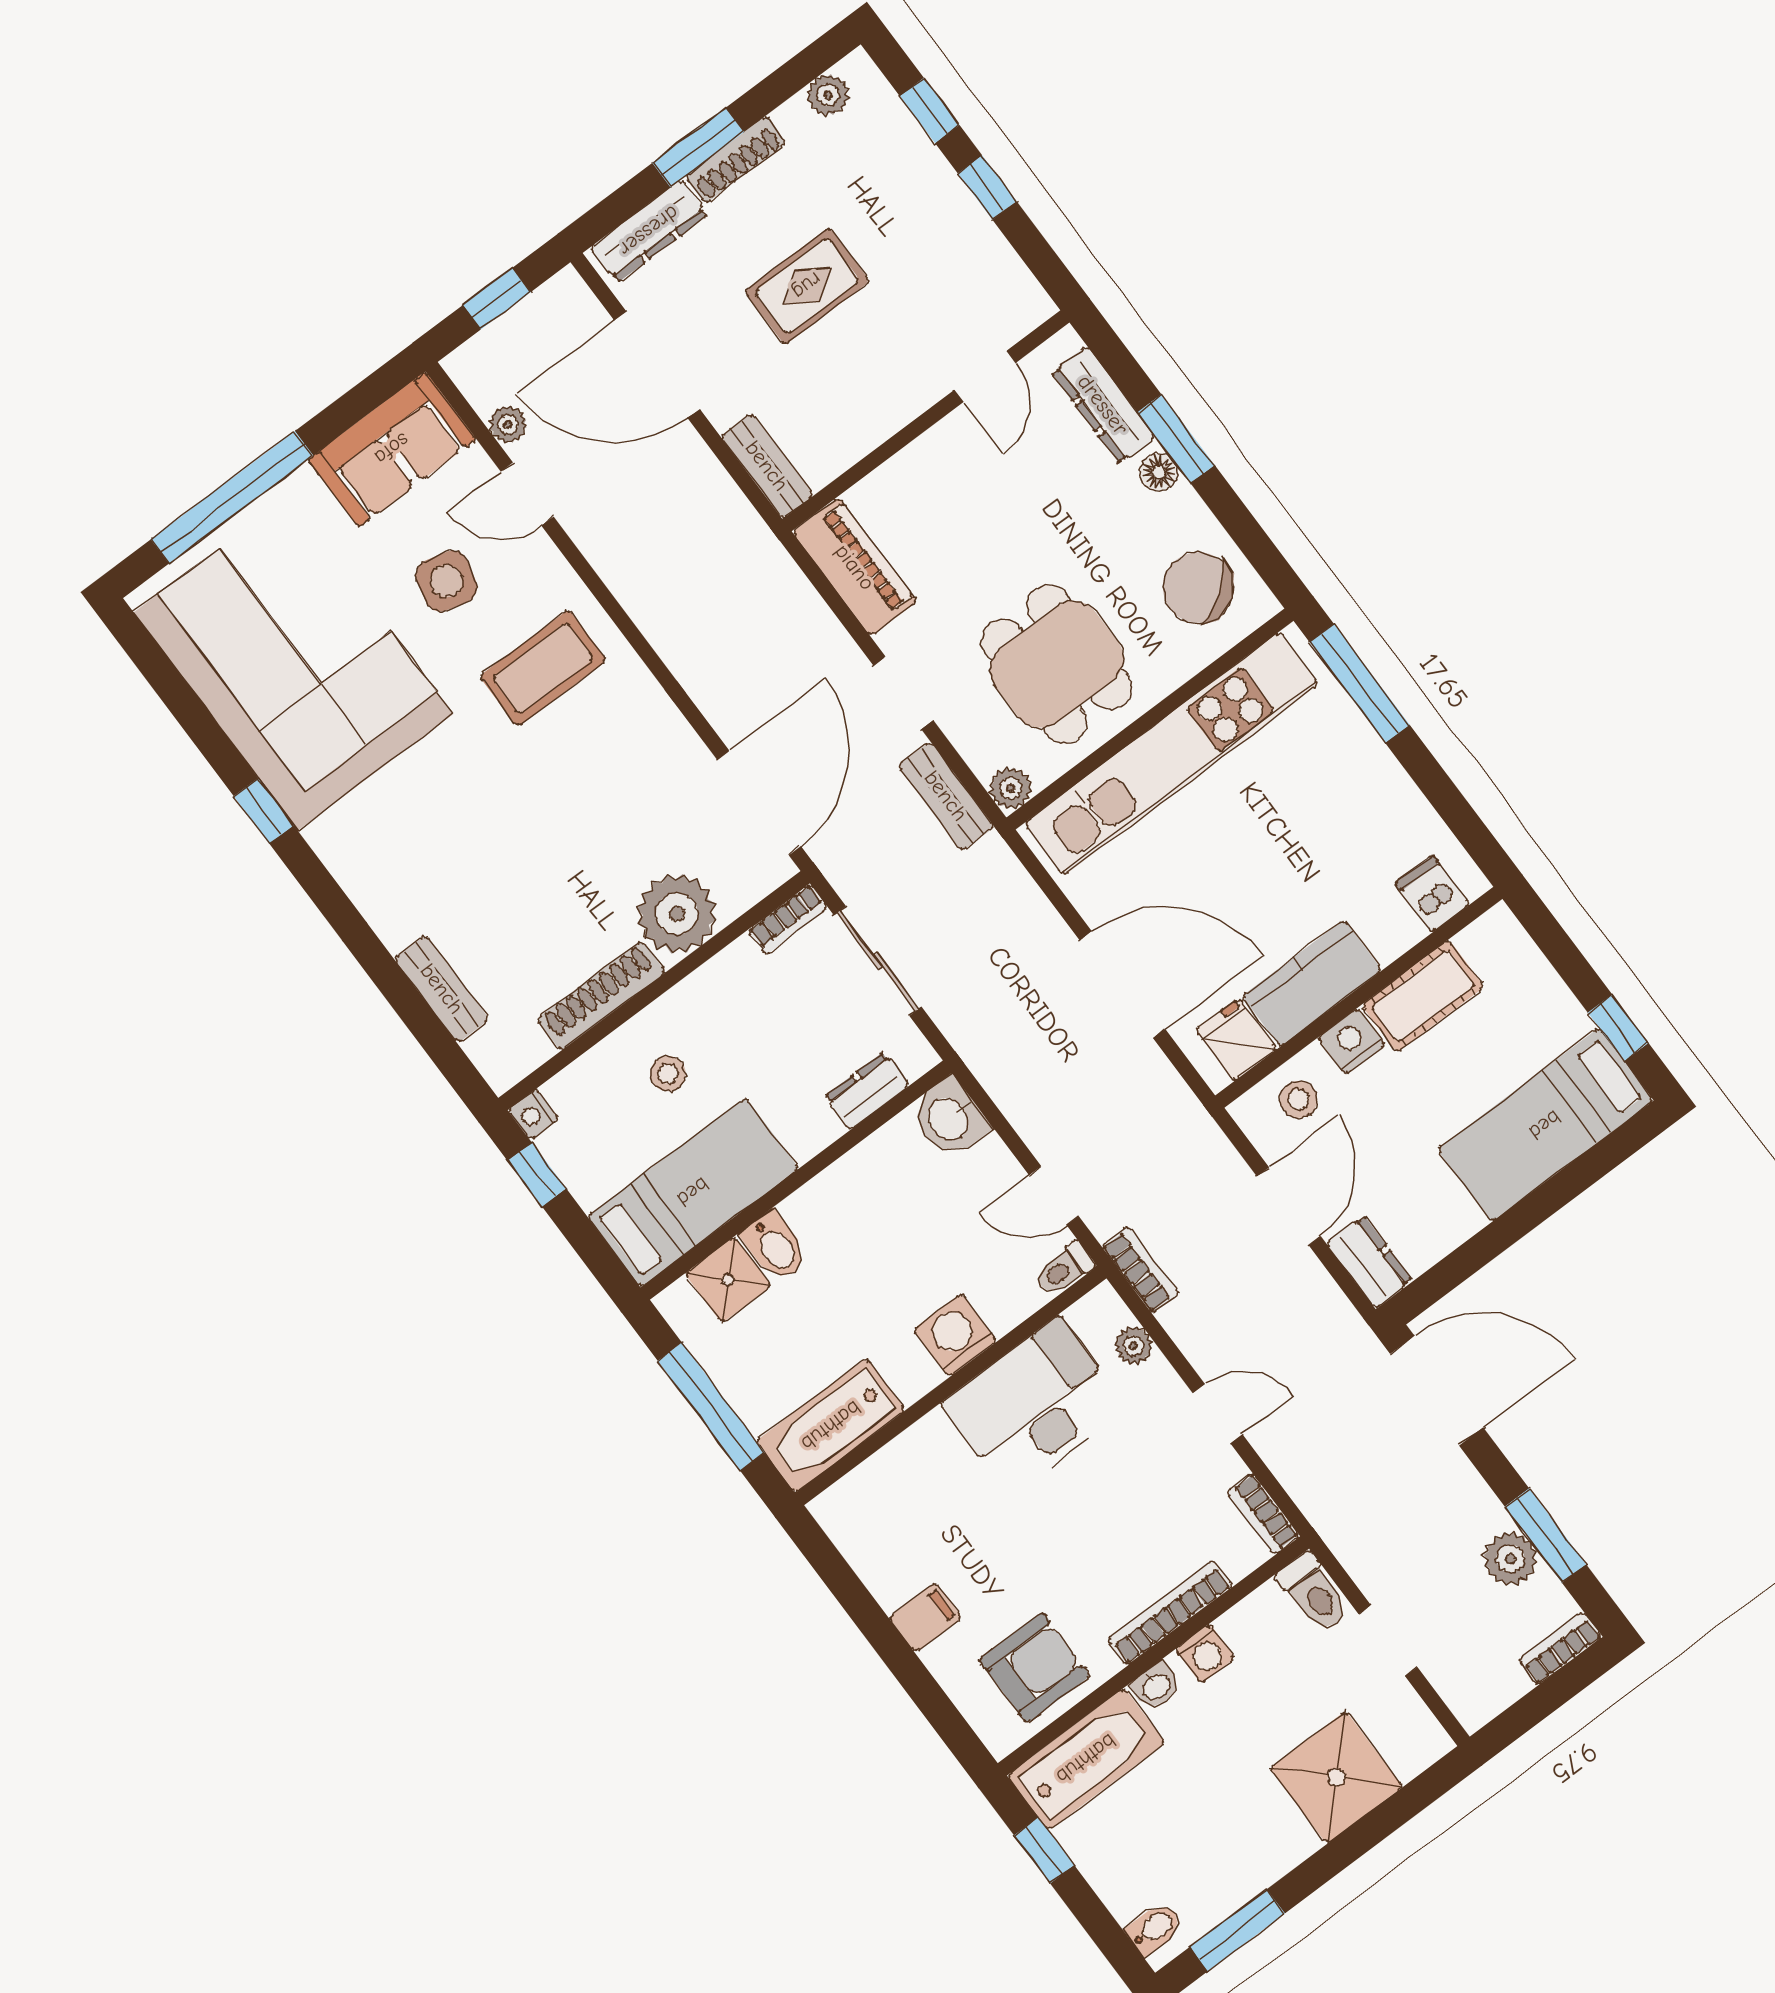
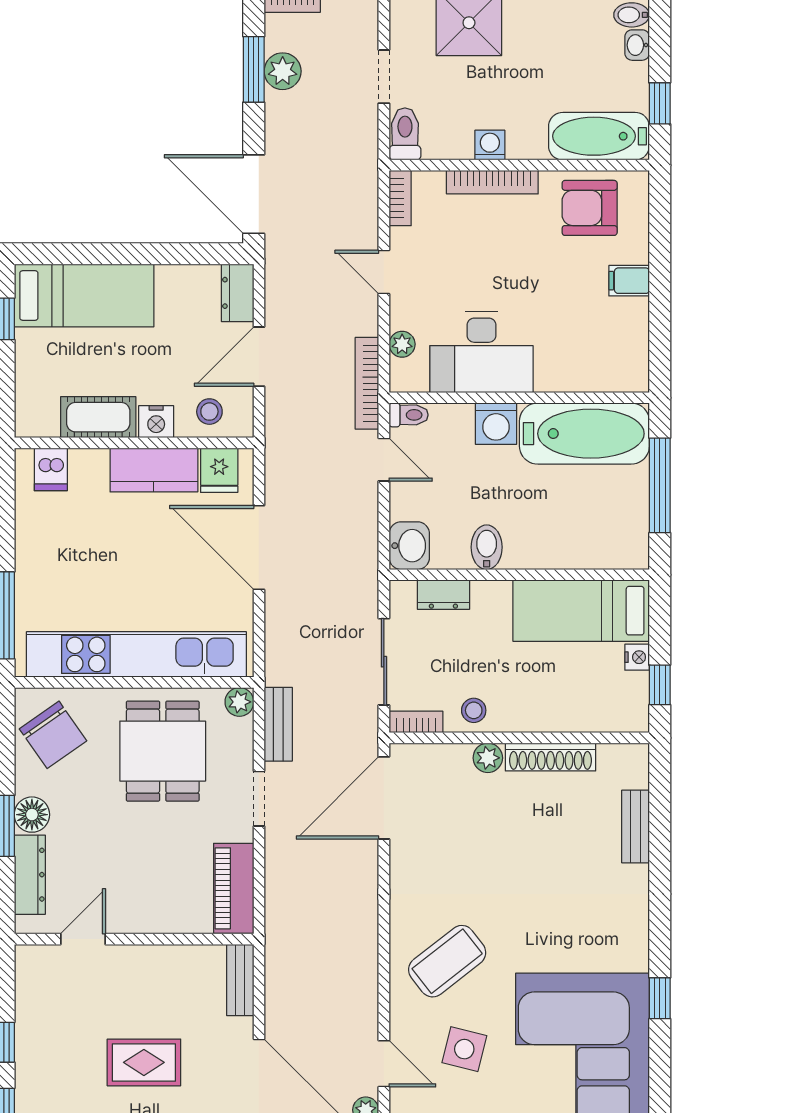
floor lamp: (1159, 472) -> (32, 815), width x1.37, depth x1.37
coffee table: (543, 668) -> (447, 961), turned -38
plant: (677, 914) -> (488, 758), width x0.53, depth x0.53
stool: (668, 1074) -> (474, 710), moved
nightstand: (533, 1115) -> (637, 657), moved
bidet: (775, 1246) -> (487, 547), moved
bookcase: (1140, 1270) -> (367, 383), width x1.56
shower: (728, 1280) -> (598, 548), removed
bathtub: (831, 1426) -> (584, 434), width x1.36, depth x1.36
washbasin: (1156, 1686) -> (637, 45), moved, turned -90

